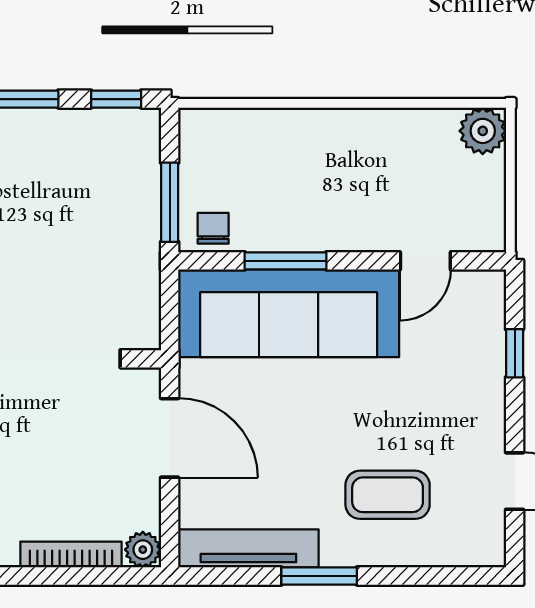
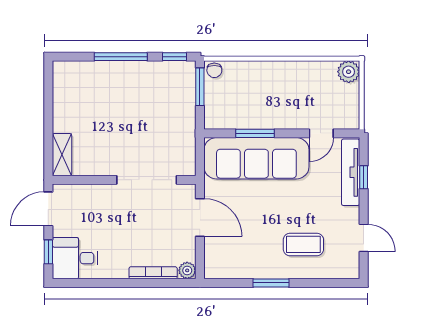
window: (170, 202) -> (200, 87), moved
chair: (213, 228) -> (214, 70), moved, turned 180
tv unit: (248, 548) -> (351, 172), moved, turned -90

